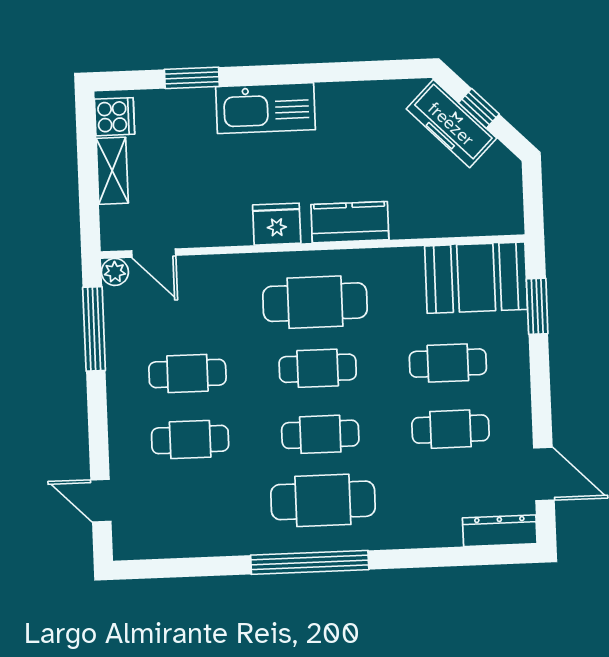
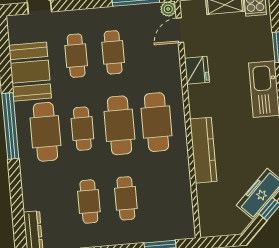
kitchen counter: (350, 222) -> (203, 150), width x1.50
fridge: (277, 224) -> (197, 70), moved
booth: (476, 278) -> (30, 72), moved
cafe table: (318, 368) -> (119, 125), width x1.37, depth x1.35

